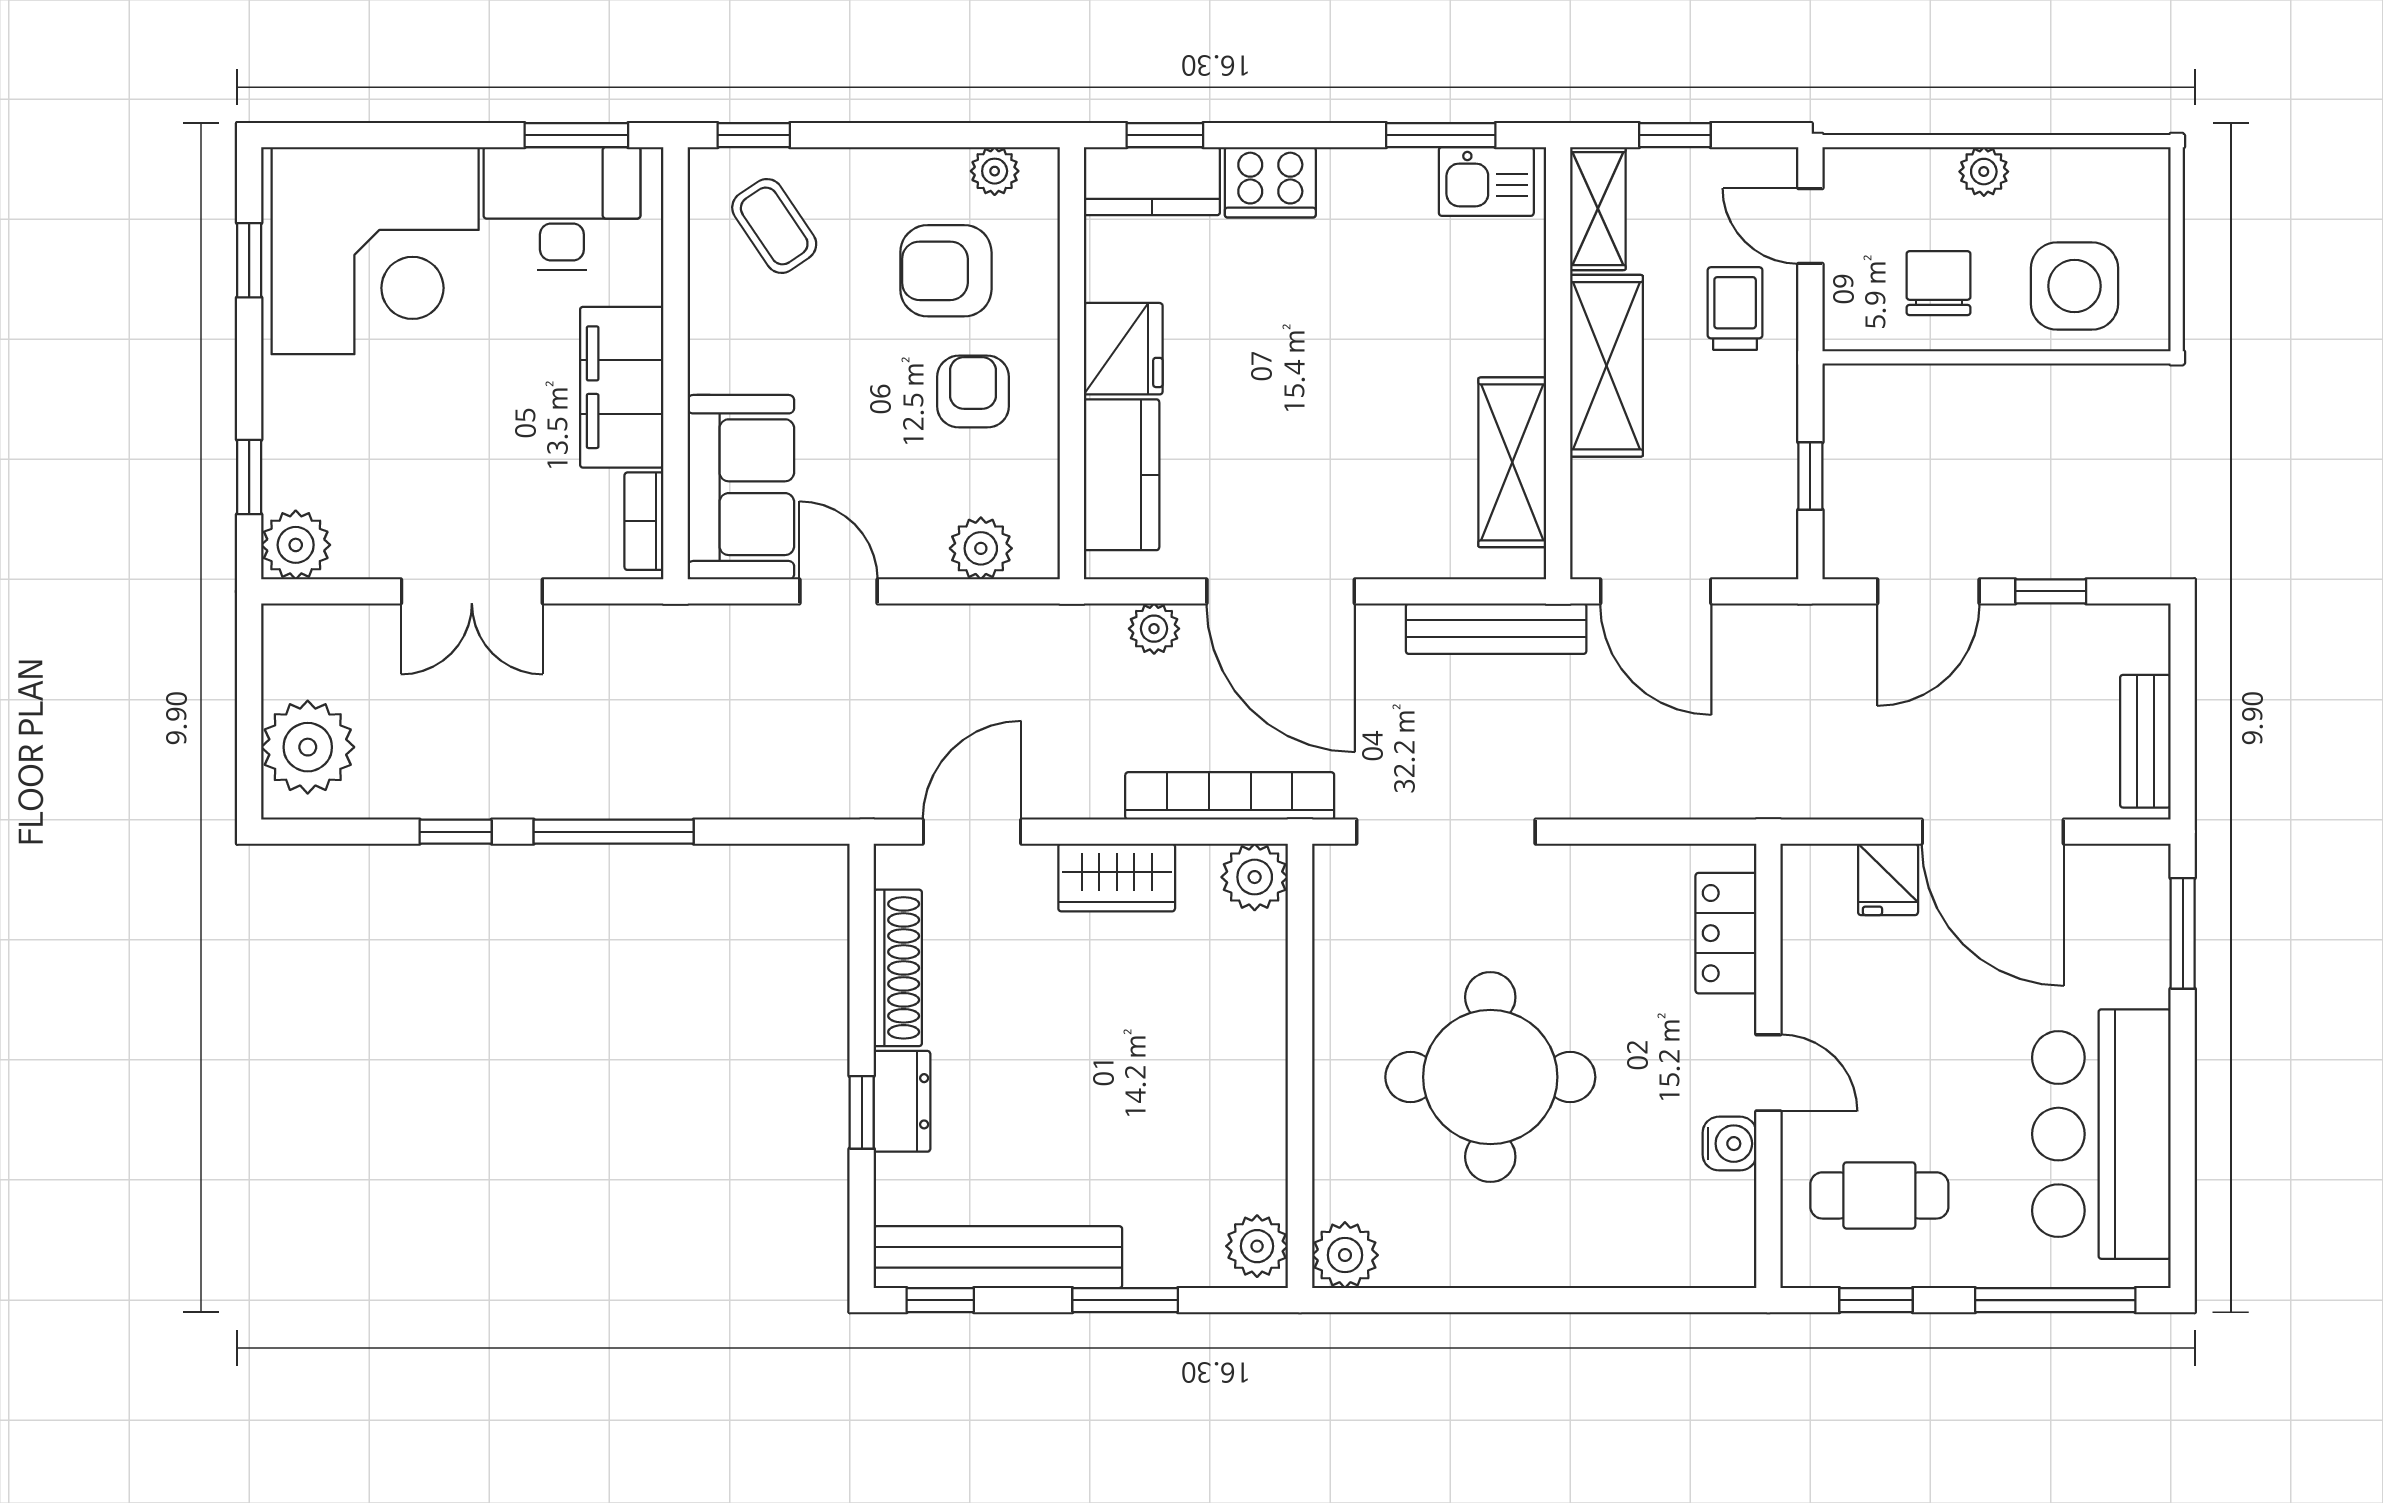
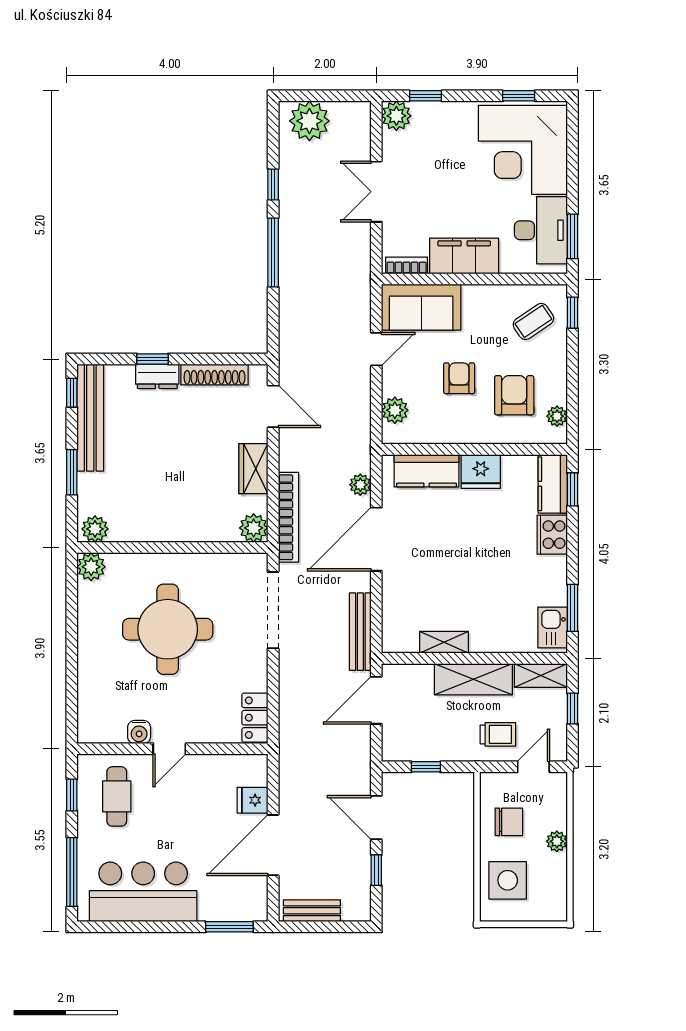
armchair: (973, 392) -> (459, 378), moved, turned -90
shelving: (1512, 462) -> (444, 642), width x0.67, depth x0.75
locker: (1726, 933) -> (255, 718), moved, turned -90

